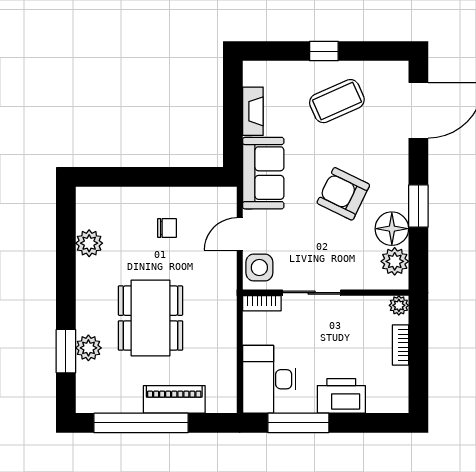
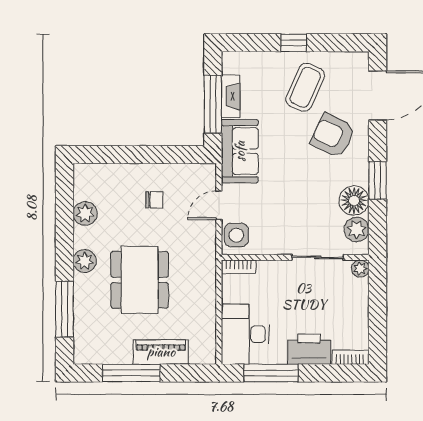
coffee table: (337, 101) -> (305, 87), turned -42
window: (233, 120) -> (213, 104), added
armchair: (343, 194) -> (333, 136), moved
sliding door: (312, 293) -> (318, 257), moved
bookcase: (401, 345) -> (350, 357), moved, turned 90
plant: (88, 348) -> (85, 261), moved
window: (66, 351) -> (65, 309), width x1.44
window: (141, 423) -> (131, 373), width x0.68

